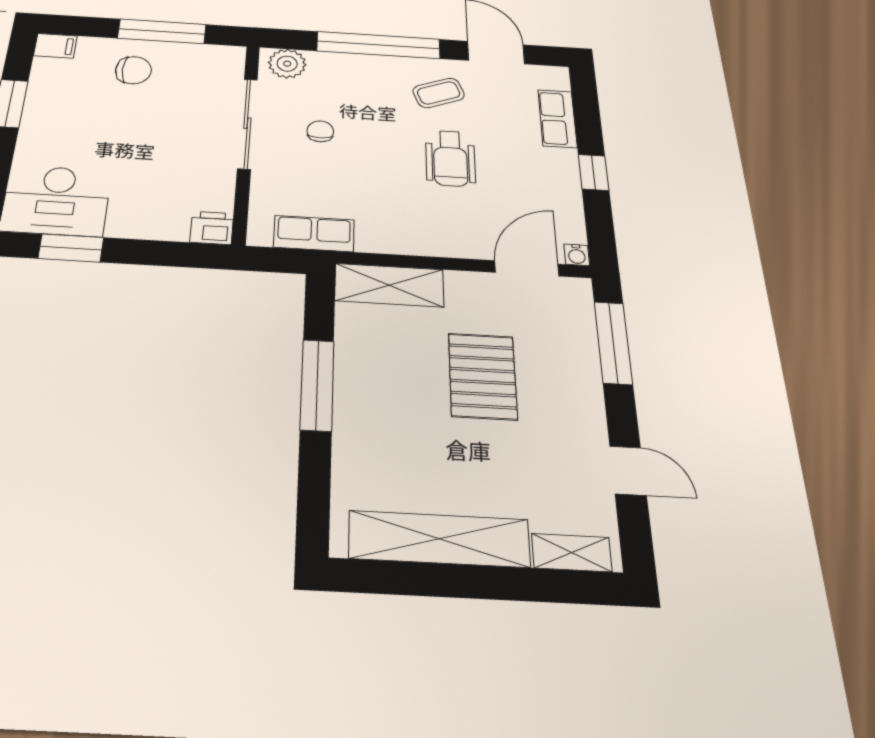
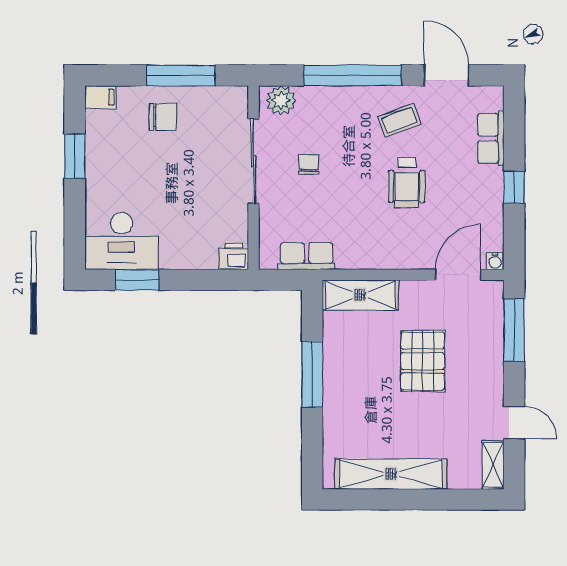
shelving: (572, 553) -> (493, 465), moved, turned 90

